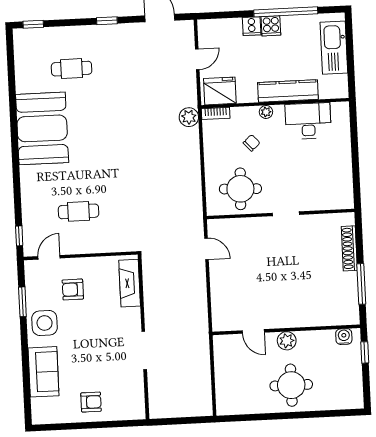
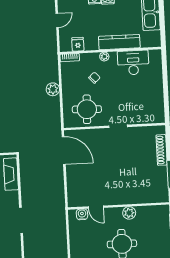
fridge: (220, 91) -> (78, 44), width x0.53, depth x0.75
plant: (189, 117) -> (53, 89), moved
door: (207, 249) -> (64, 150), width x1.88
water cooler: (344, 337) -> (82, 214), moved
plant: (287, 341) -> (129, 213), moved

